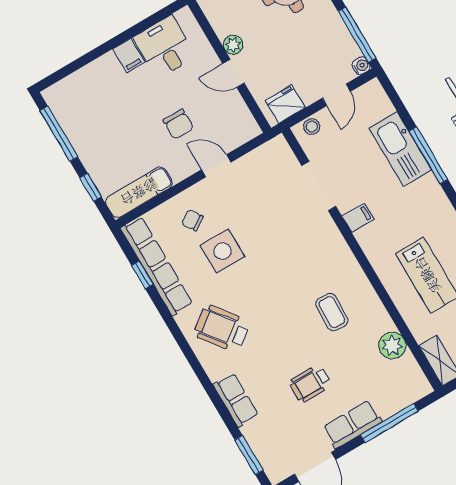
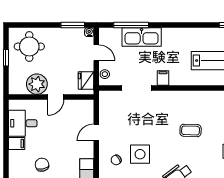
window: (357, 35) -> (73, 25), width x0.69
plant: (233, 45) -> (37, 84), width x1.88, depth x1.88
chair: (178, 124) -> (42, 165), moved, turned -102
window: (428, 155) -> (131, 25), moved
coffee table: (332, 312) -> (191, 130), moved

